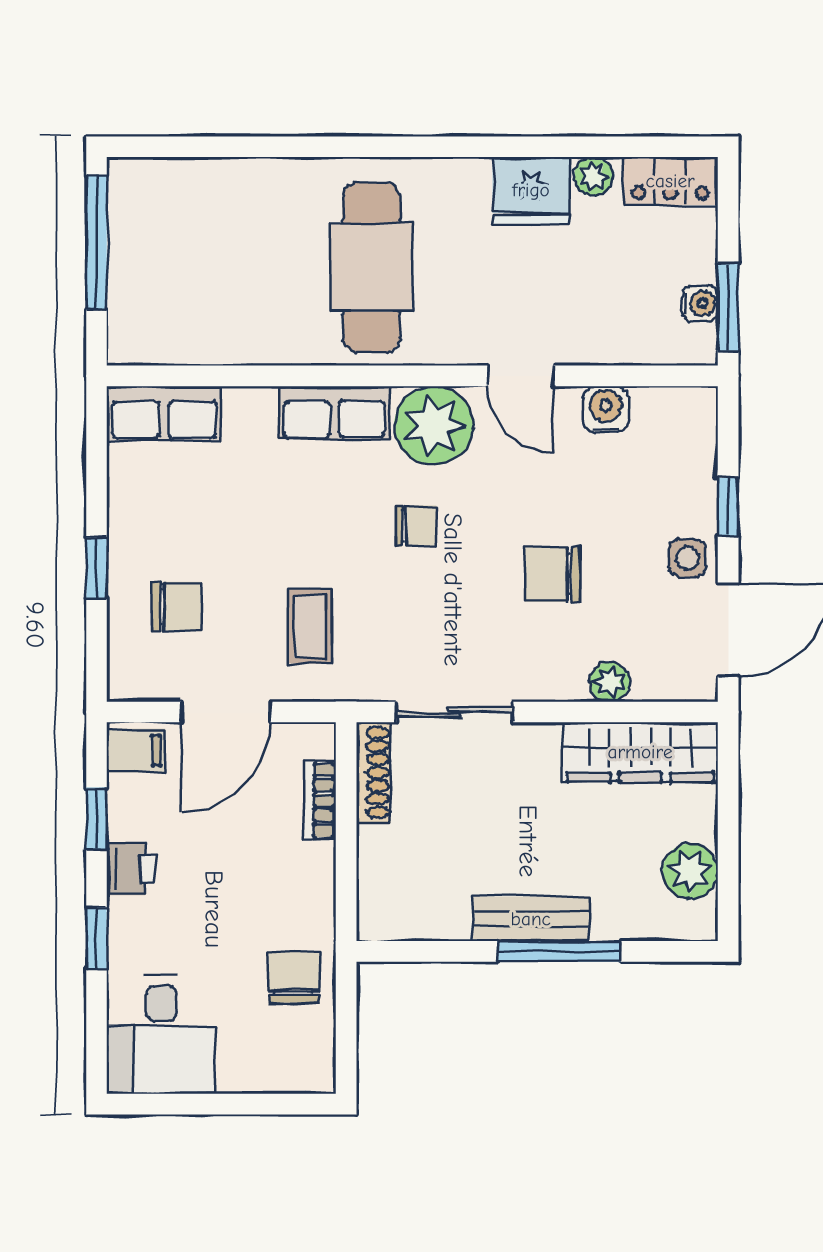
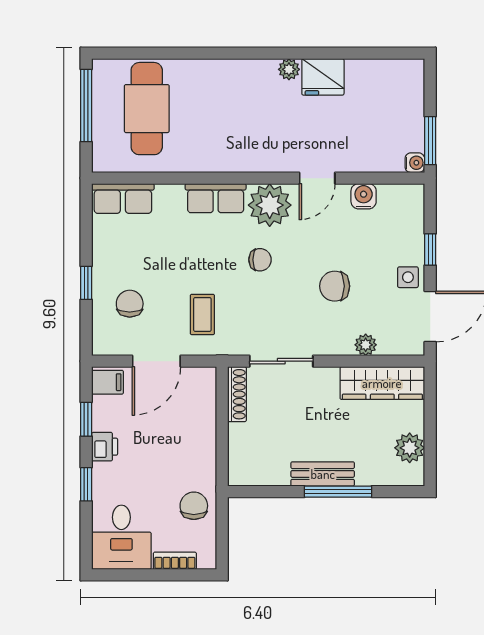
plant: (594, 176) -> (289, 69), moved
locker: (670, 181) -> (399, 72), removed
cafe table: (371, 267) -> (147, 109), moved
water cooler: (700, 303) -> (415, 163), moved
door: (521, 376) -> (317, 178), hinge flipped
chair: (177, 606) -> (130, 304), turned -90
bookcase: (320, 801) -> (175, 561), moved, turned 90

